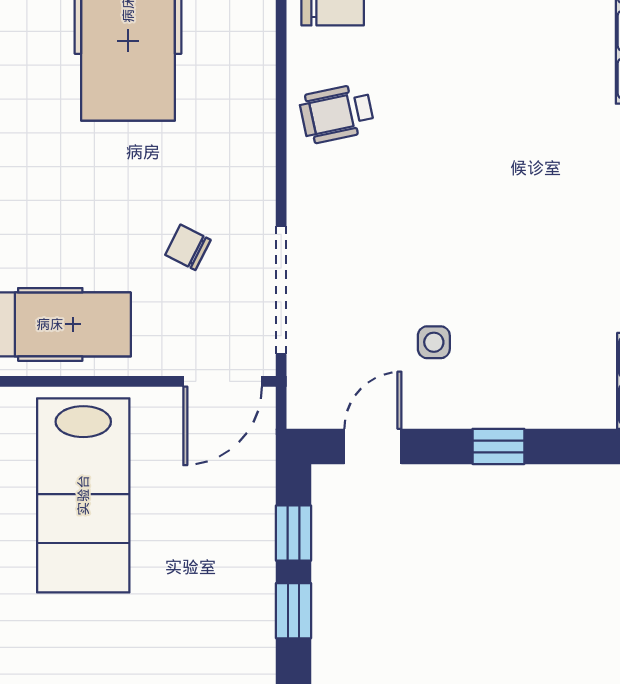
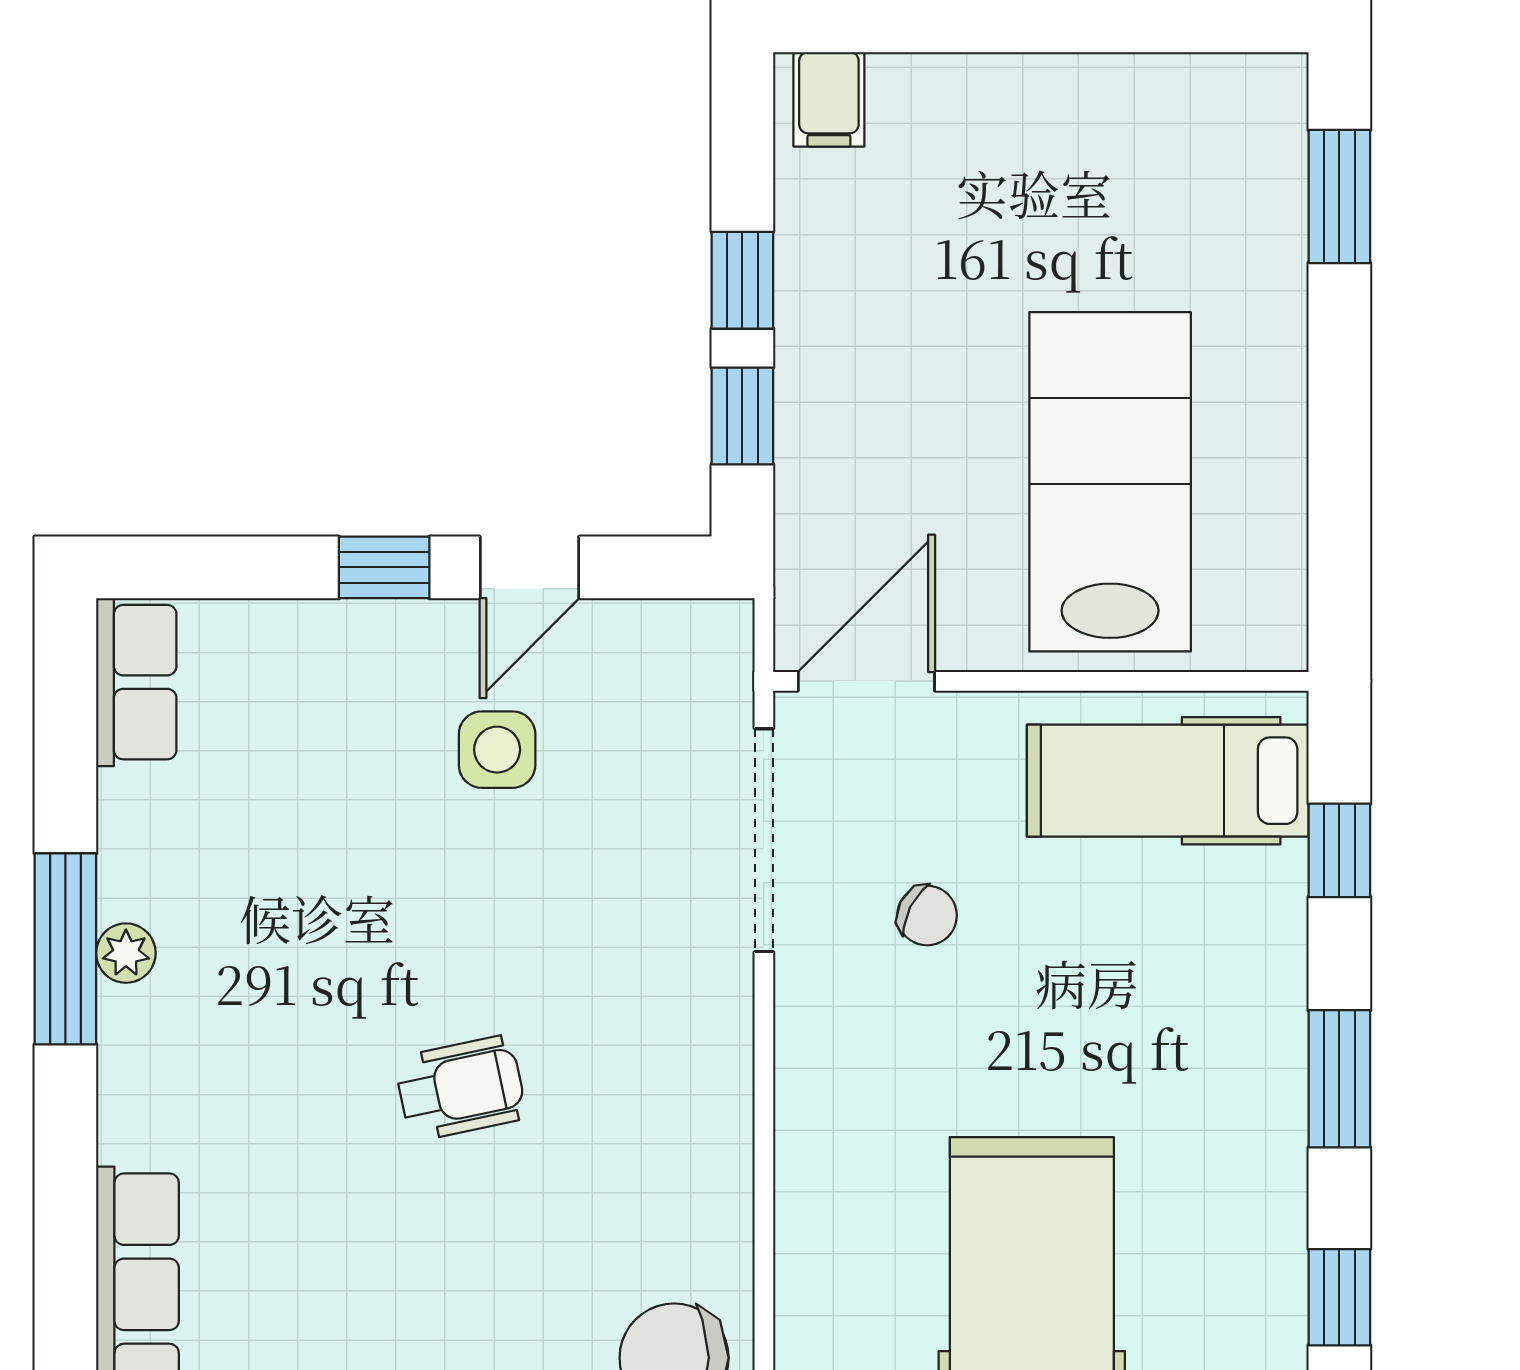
wheelchair: (337, 113) -> (461, 1088), moved
side table: (434, 342) -> (497, 750), width x1.37, depth x1.37
door: (373, 446) -> (529, 567), moved

